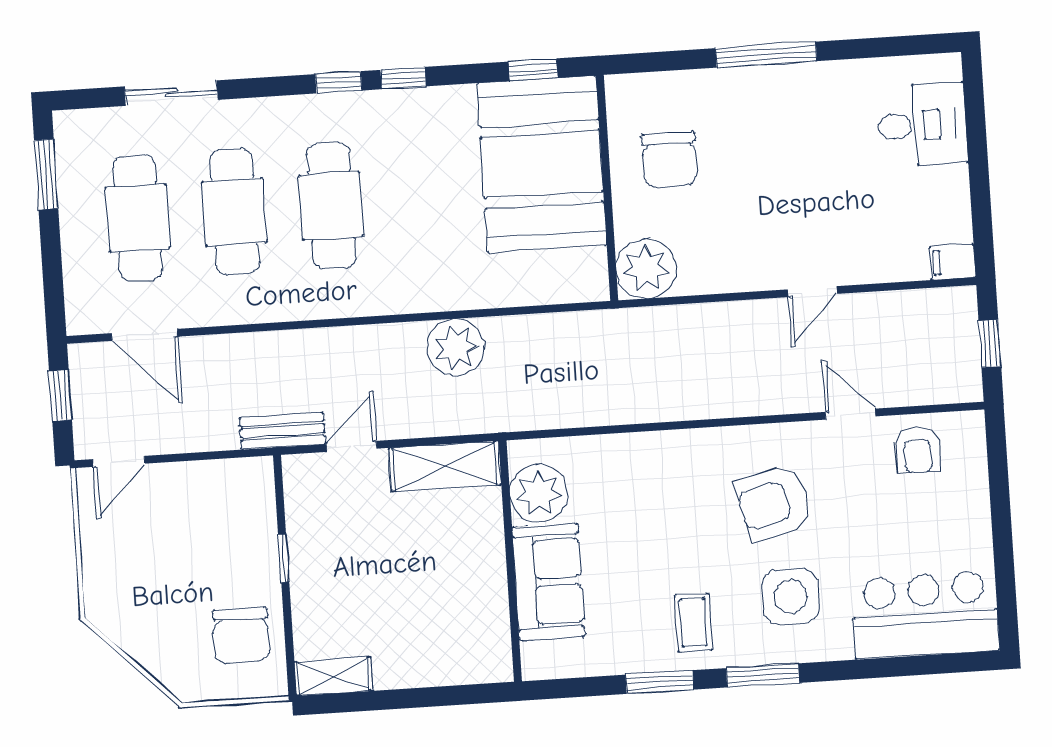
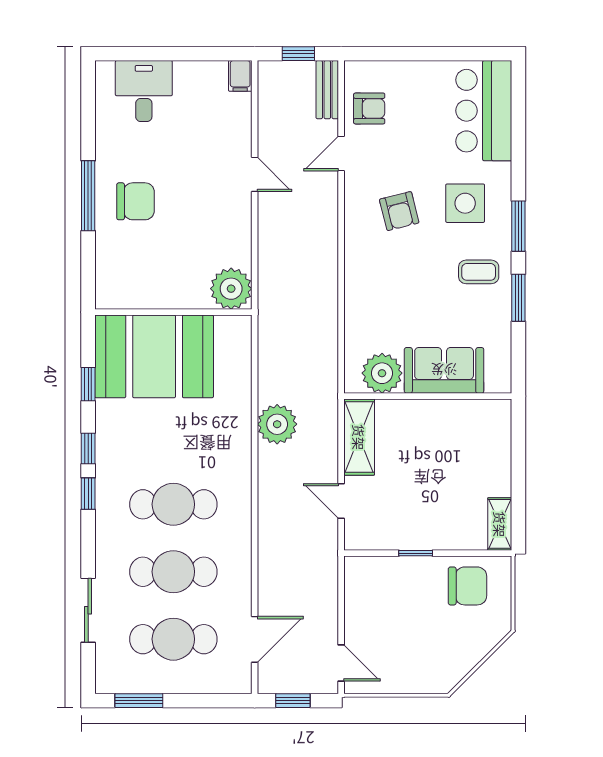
window: (533, 70) -> (88, 384), moved
chair: (669, 160) -> (135, 201), moved
bench: (282, 431) -> (327, 90), moved
armchair: (773, 503) -> (399, 211), width x0.72, depth x0.72

